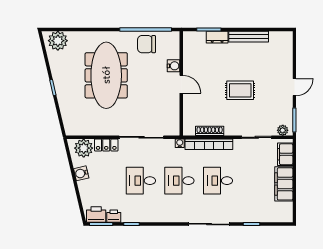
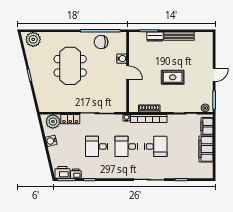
meeting table: (106, 75) -> (70, 66), width x0.73
desk: (218, 181) -> (156, 146), turned 180

